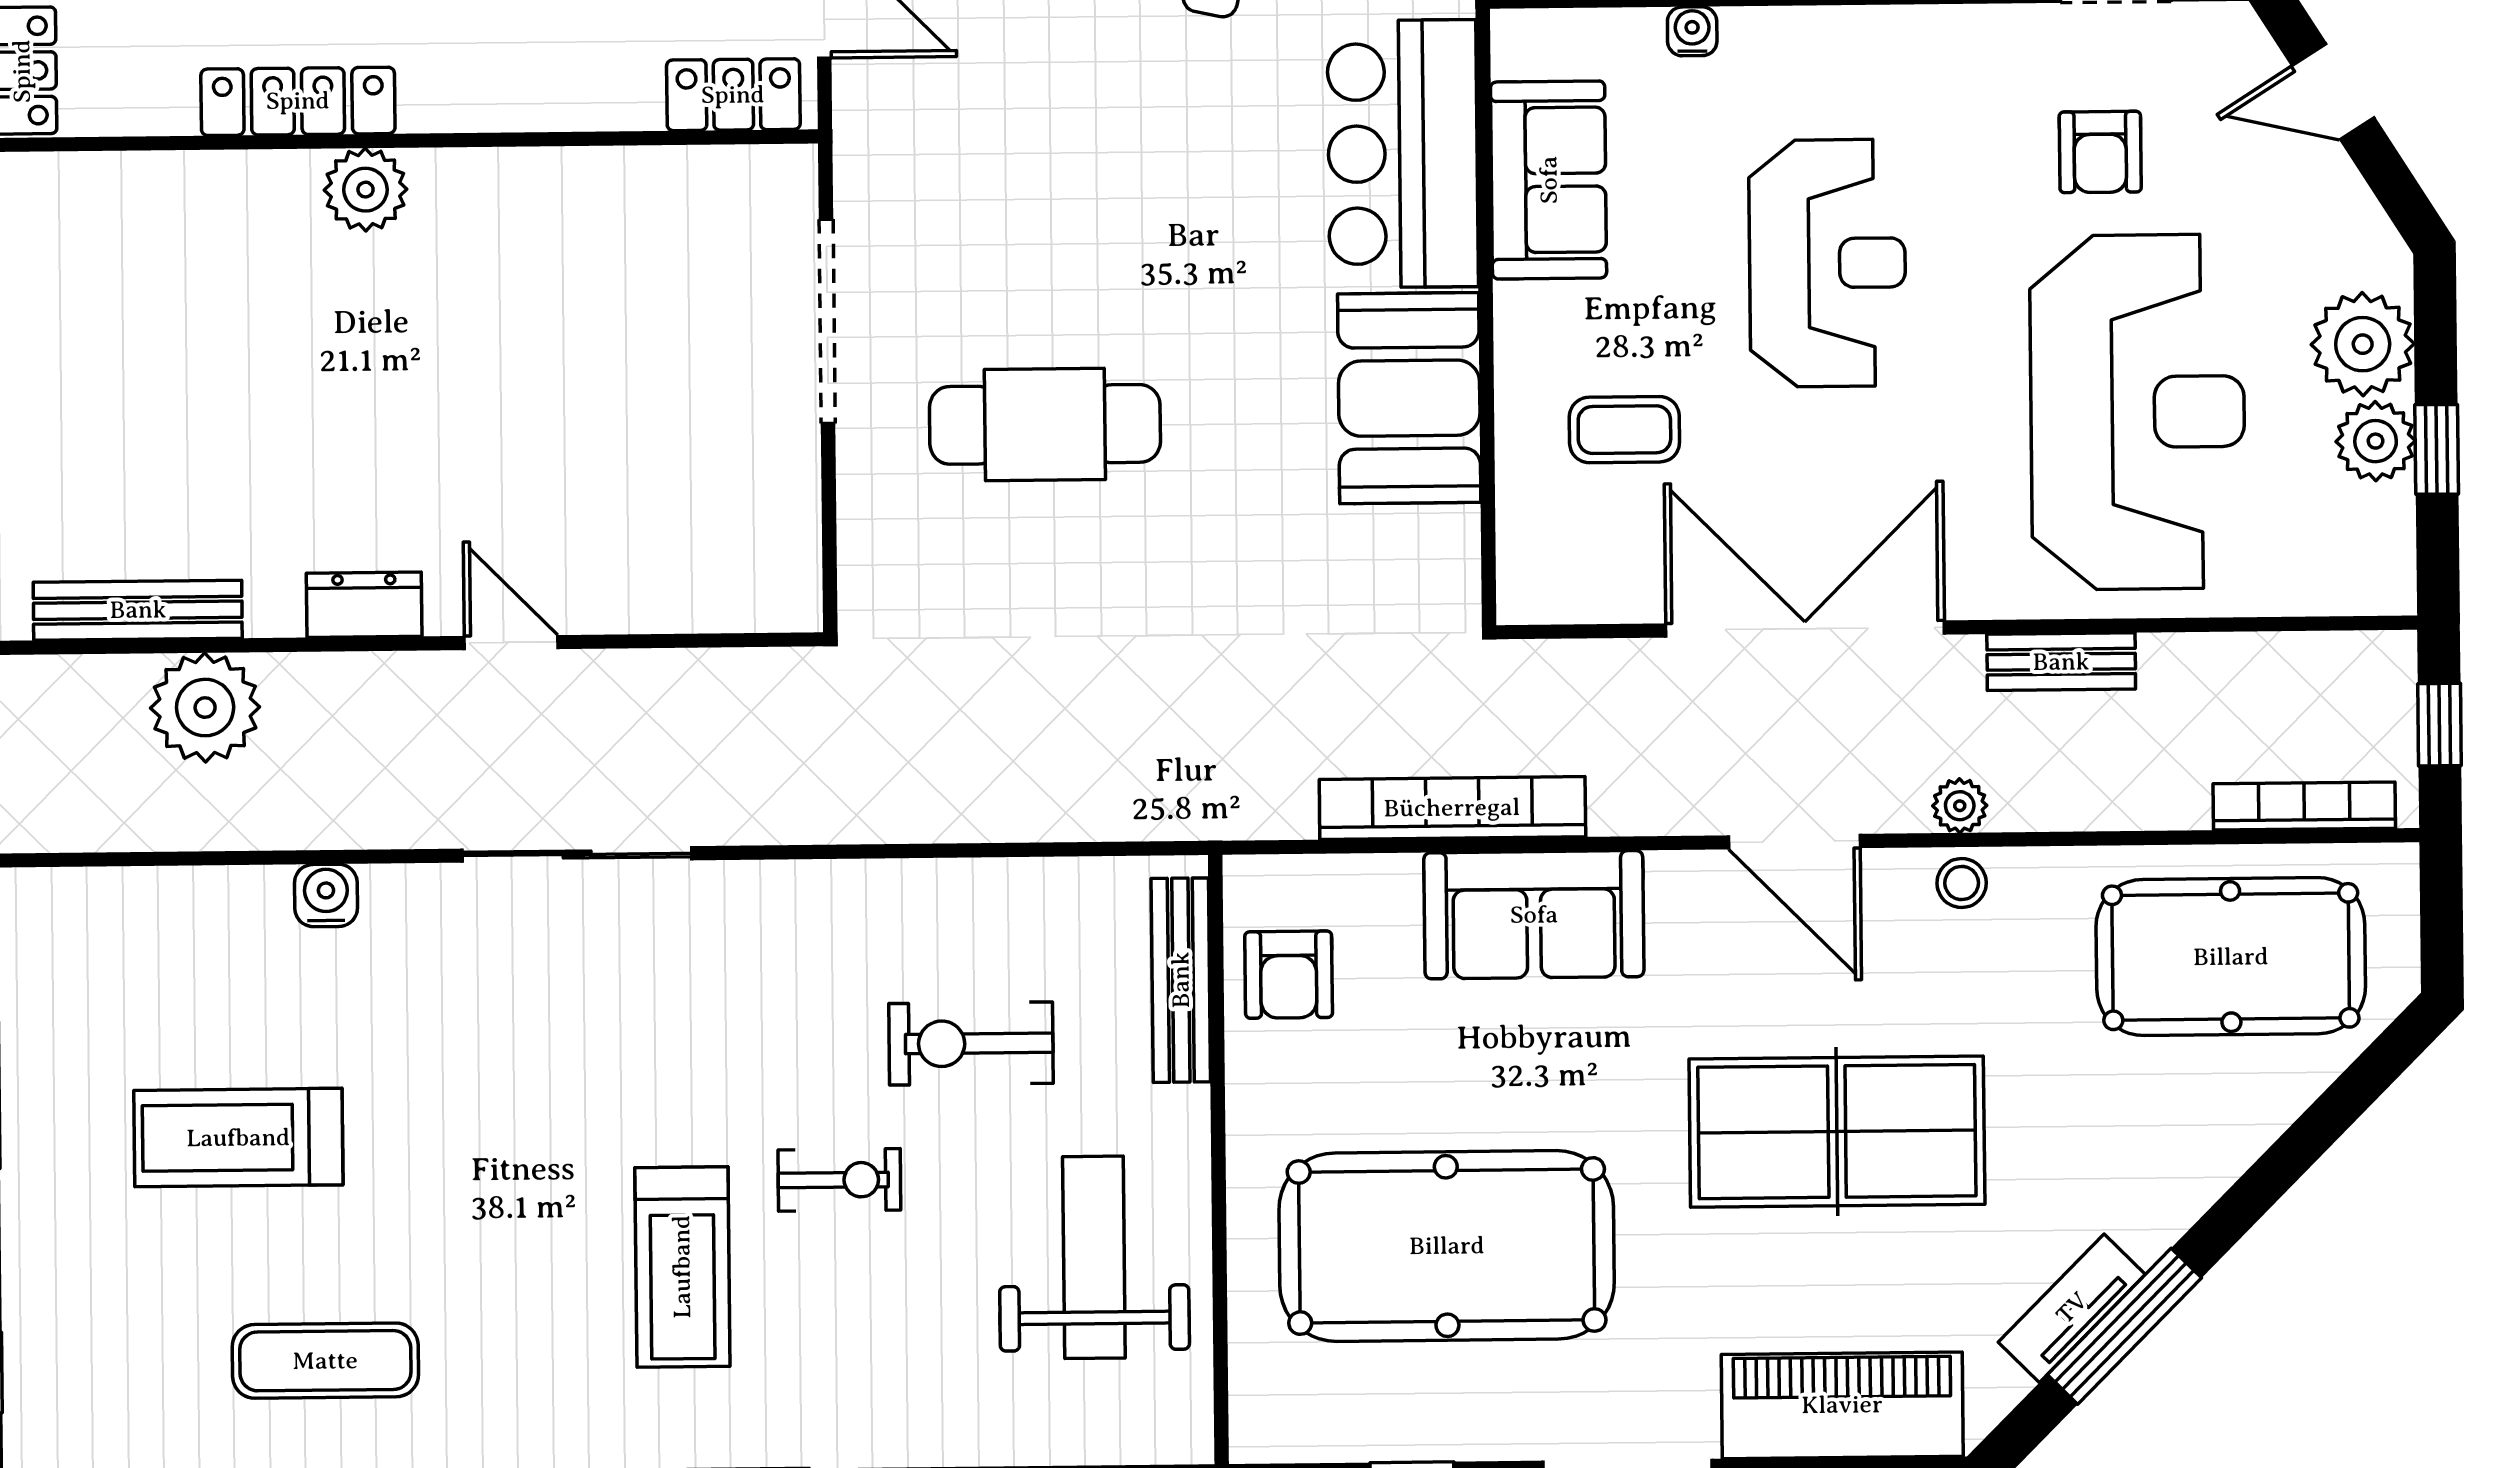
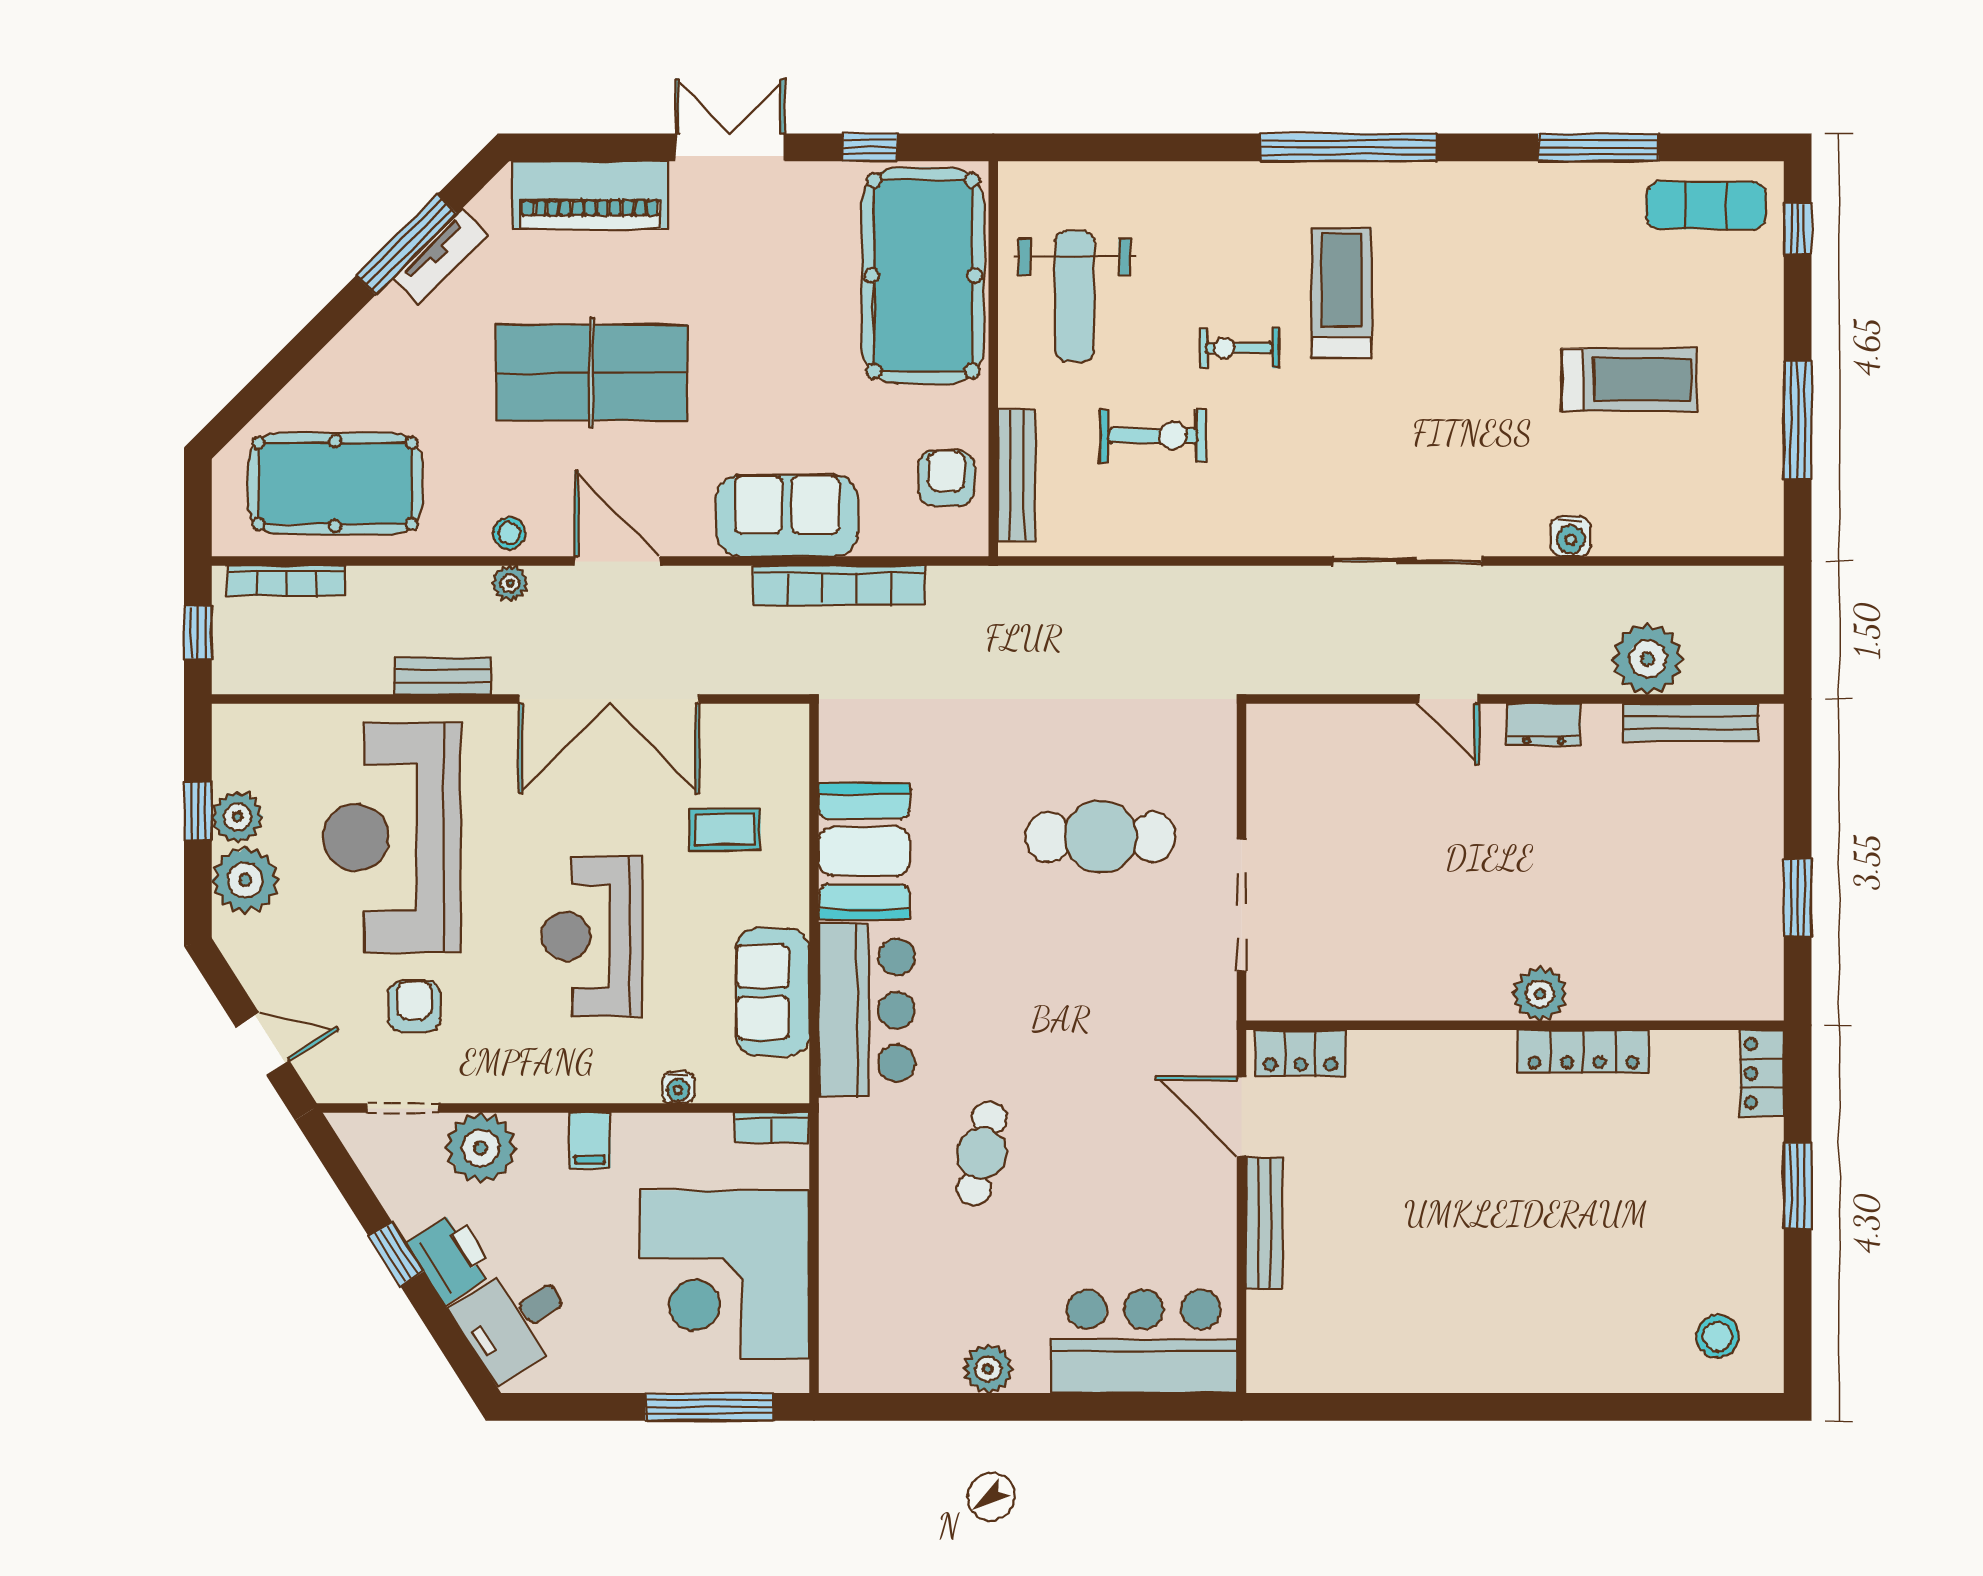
pool table: (1447, 1246) -> (923, 276), moved, turned 90
exercise mat: (325, 1361) -> (1706, 205), moved

